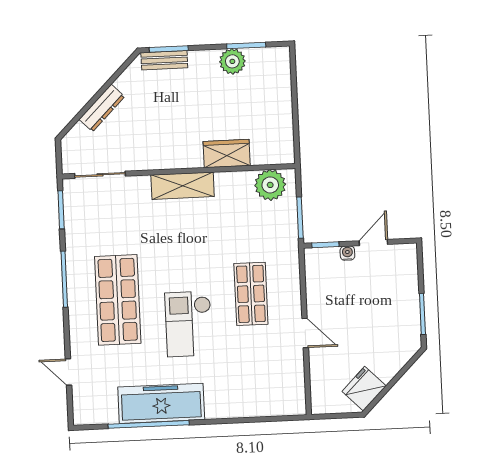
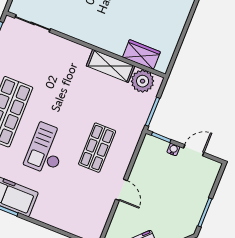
wardrobe: (227, 154) -> (141, 55), moved
shelving: (183, 186) -> (111, 66), moved

